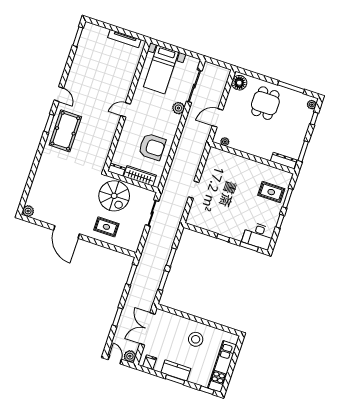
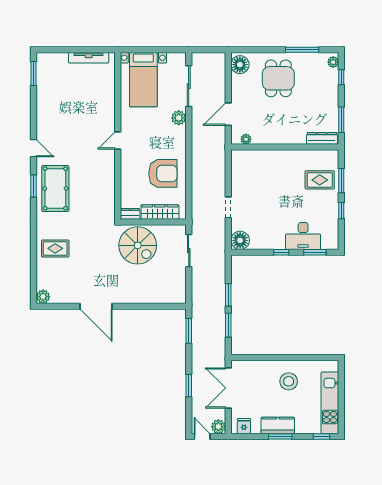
floor lamp: (194, 218) -> (240, 240), added
rug: (106, 227) -> (55, 248), moved
desk: (258, 236) -> (303, 236), moved

